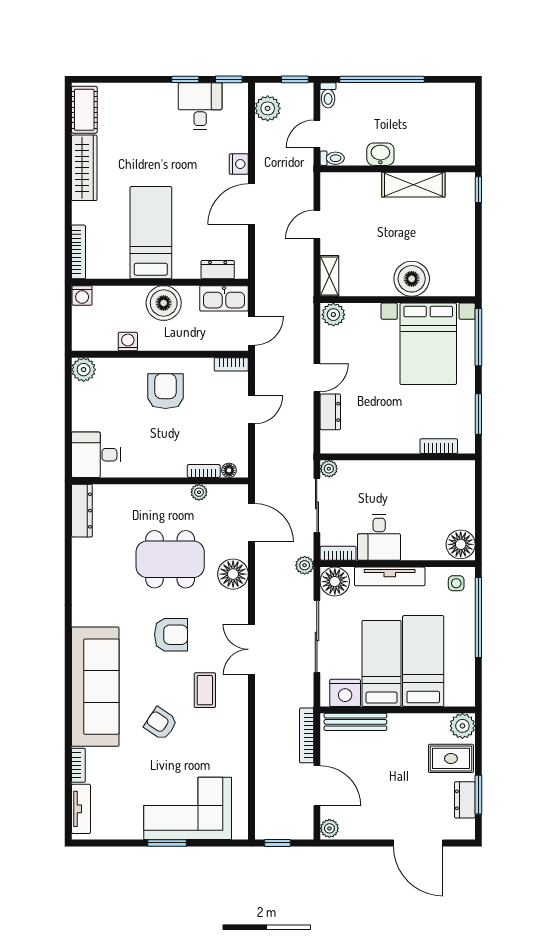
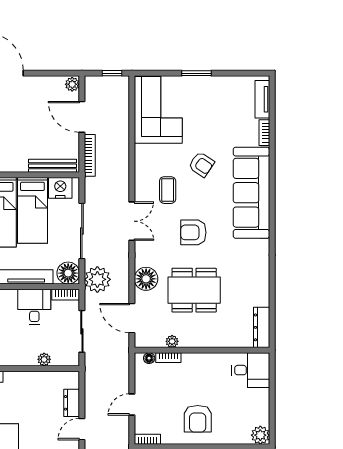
plant: (329, 469) -> (44, 359), moved
plant: (305, 565) -> (97, 279), width x1.87, depth x1.87
corner sofa: (188, 808) -> (158, 110), moved, turned -90

